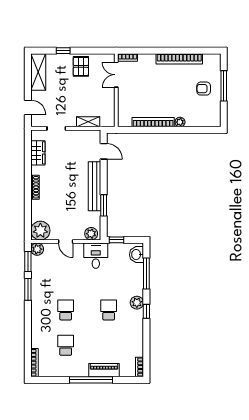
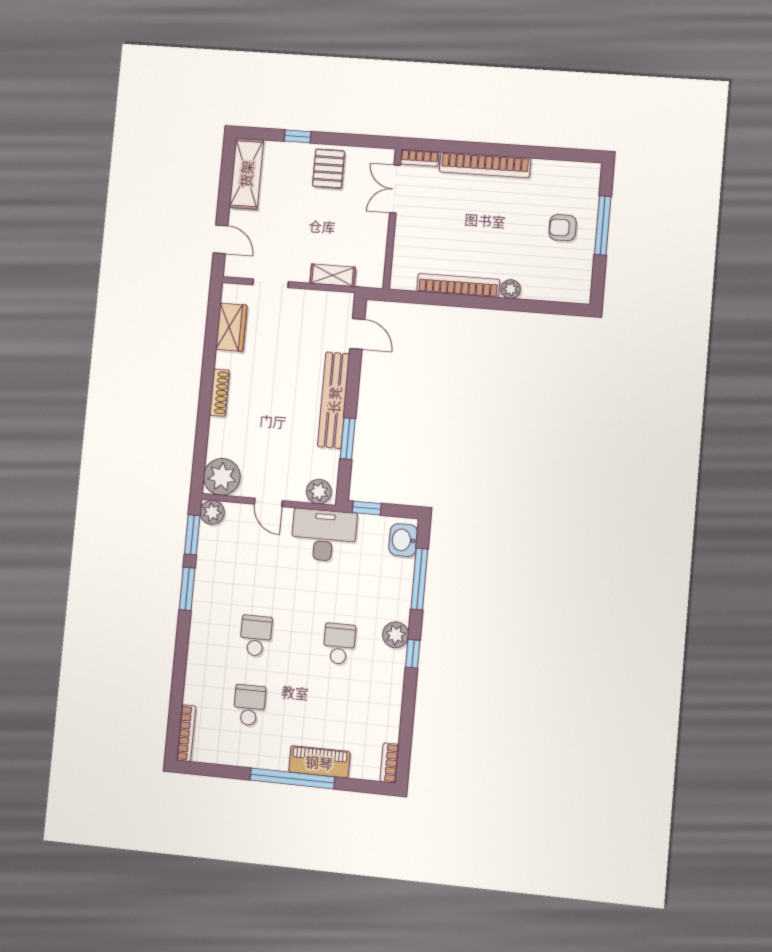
bookcase: (179, 59) -> (485, 165), moved
desk: (96, 256) -> (324, 535), width x1.37

